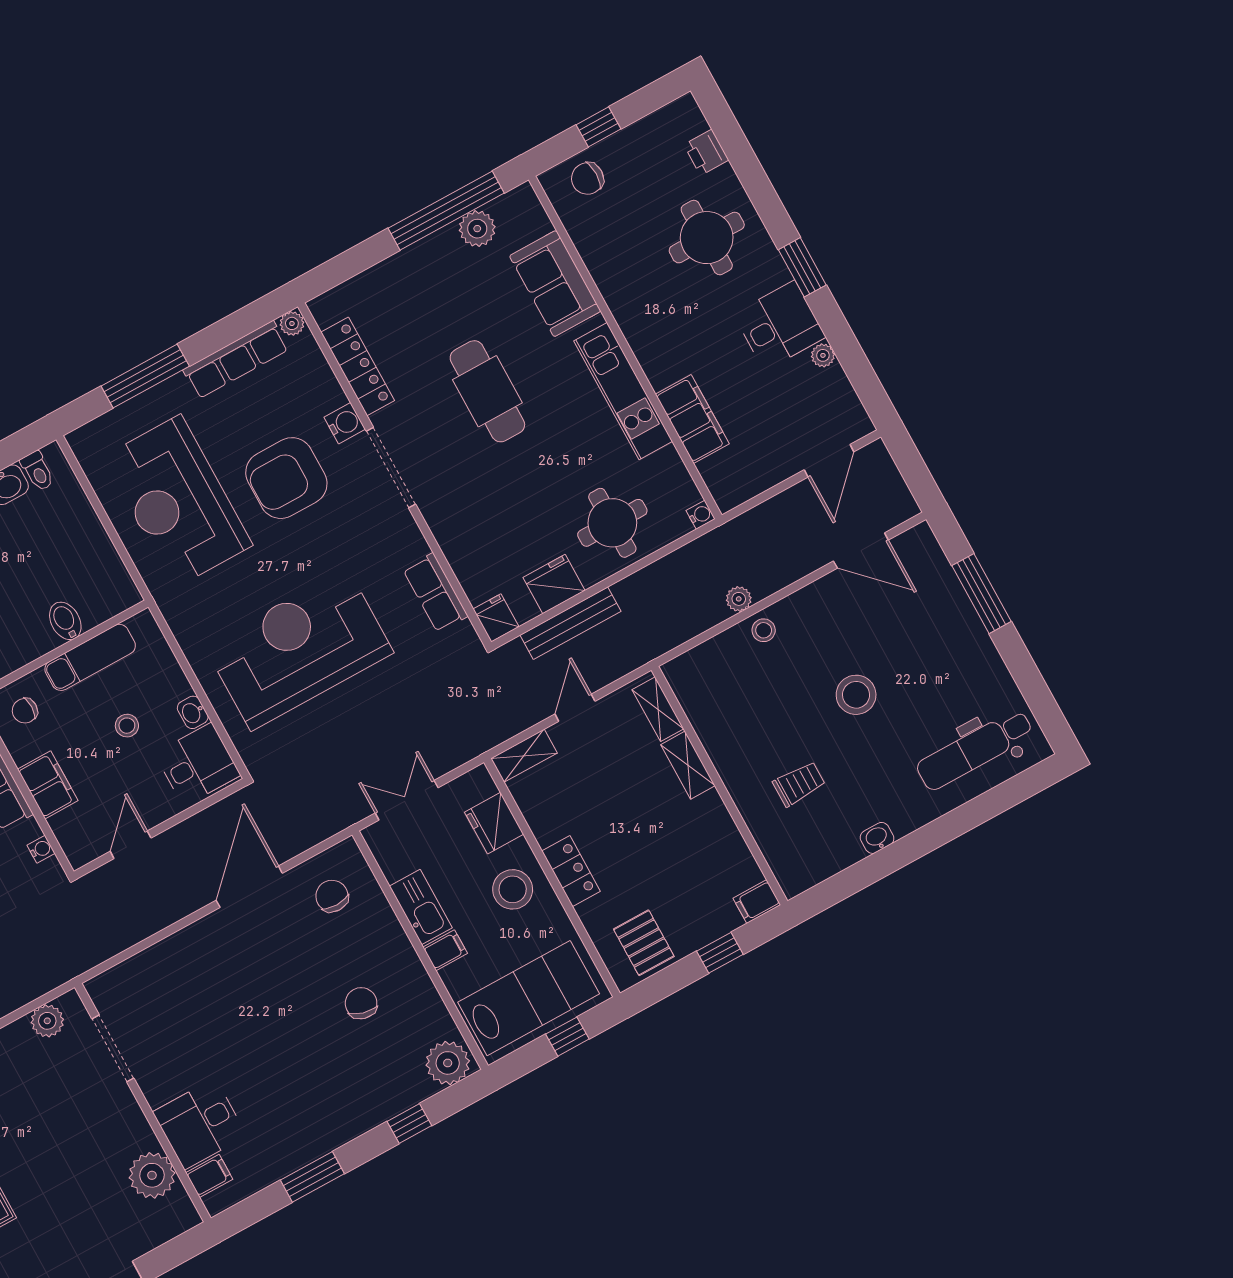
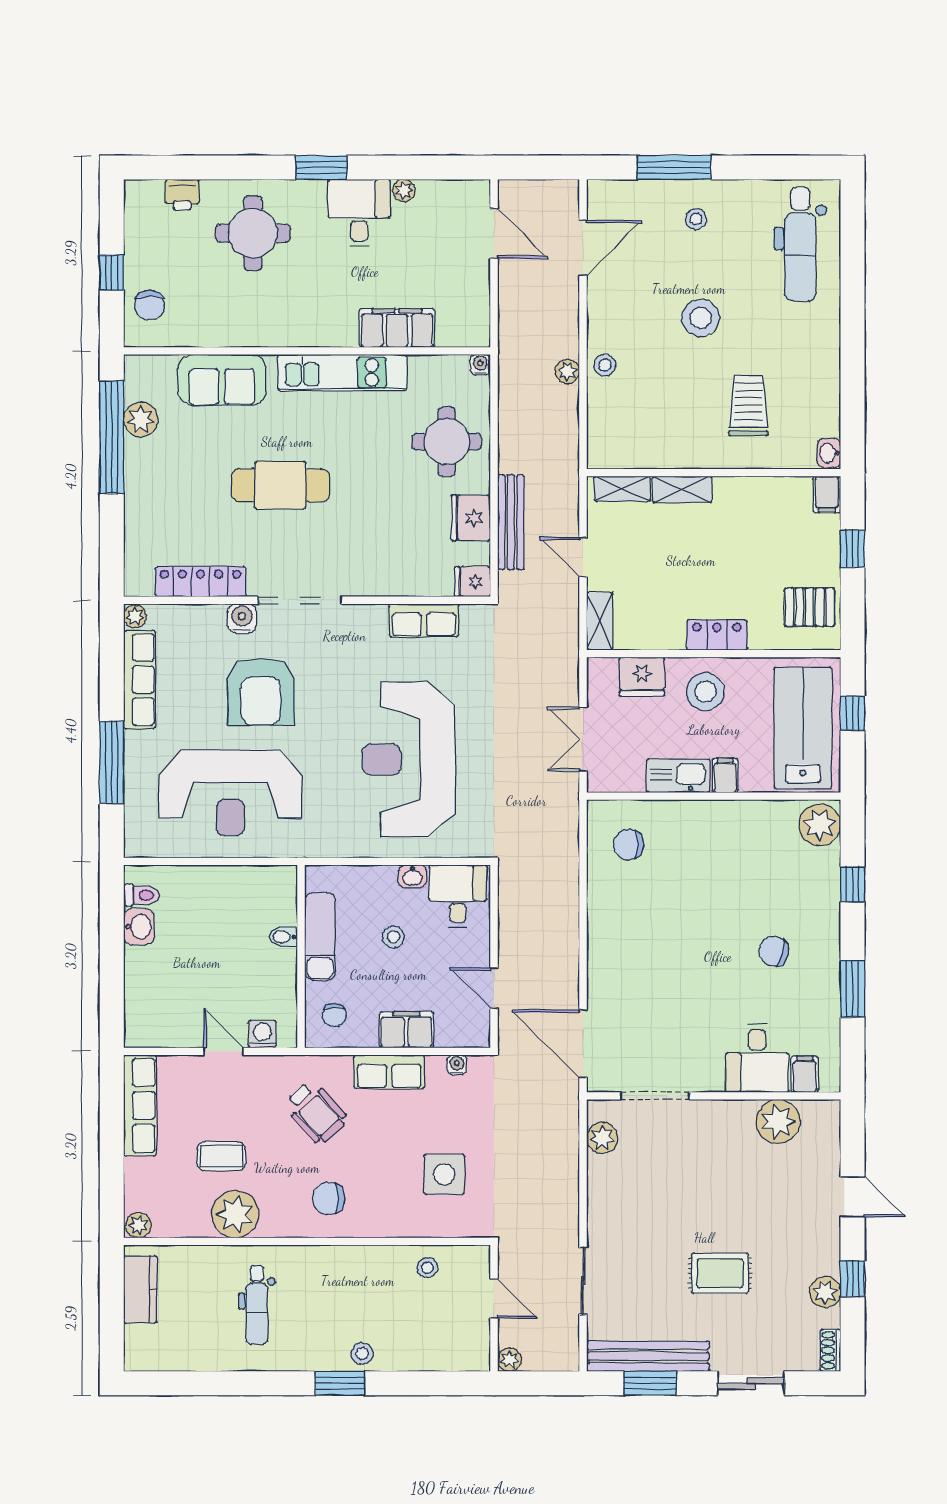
bidet: (65, 621) -> (283, 937), width x0.72, depth x0.74
stool: (945, 640) -> (696, 219), added
trolley: (799, 784) -> (748, 406), width x1.36, depth x1.39
washbasin: (877, 838) -> (829, 453), moved
door: (249, 887) -> (583, 1044), moved
chair: (361, 1003) -> (774, 951), moved

